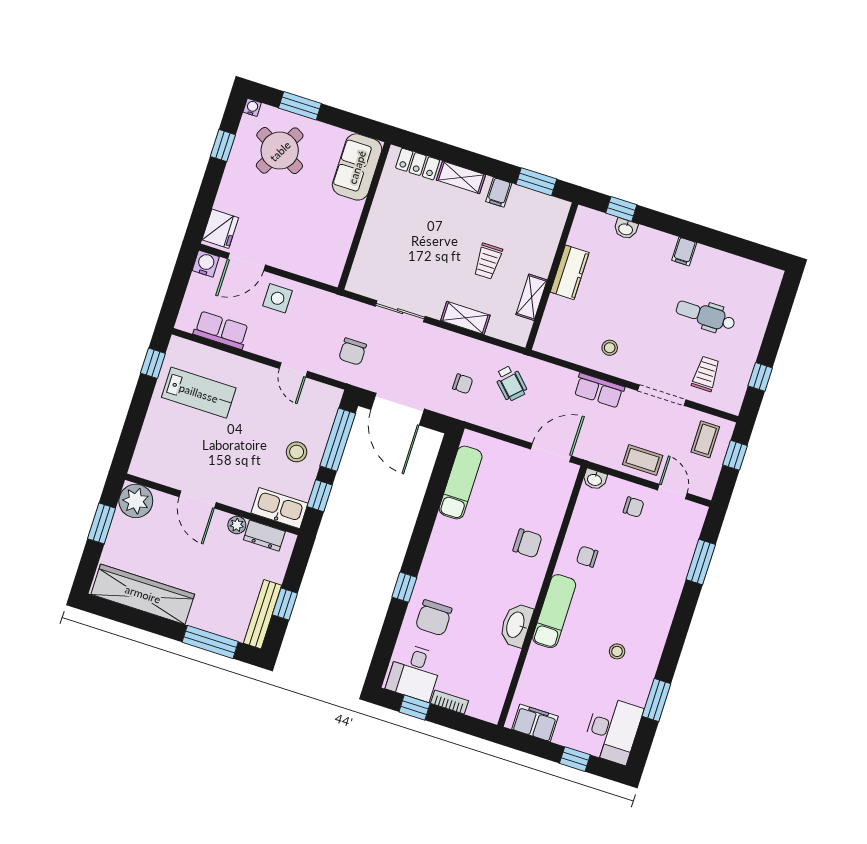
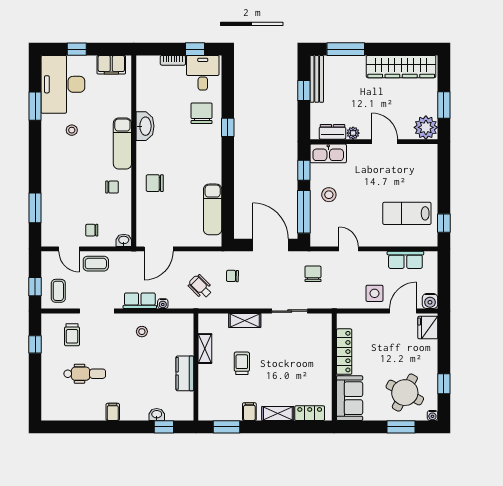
locker: (344, 232) -> (344, 352), added
water cooler: (569, 376) -> (163, 304), added
desk: (612, 730) -> (63, 84), width x1.36, depth x1.30

